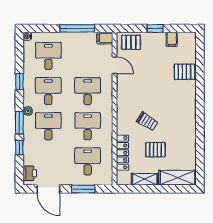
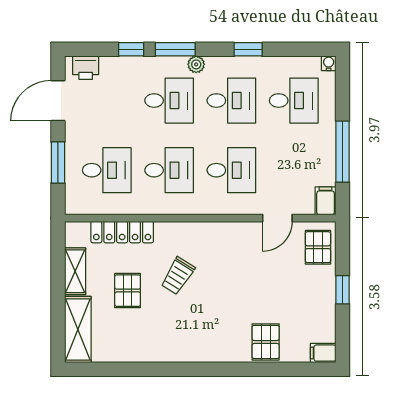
filing cabinet: (172, 39) -> (323, 353), moved

